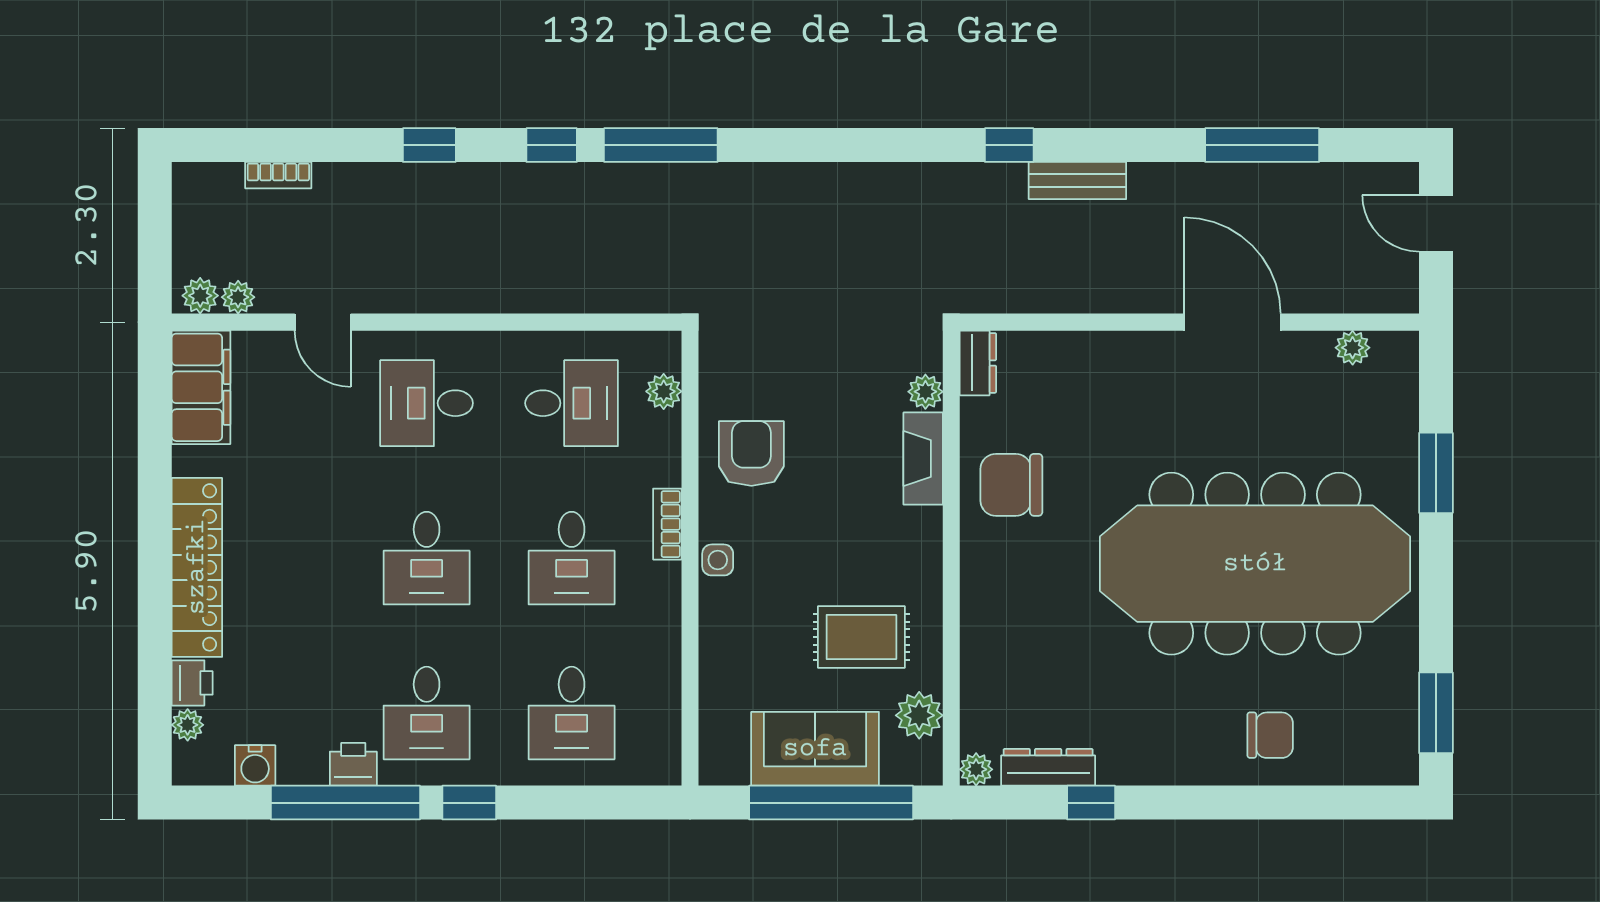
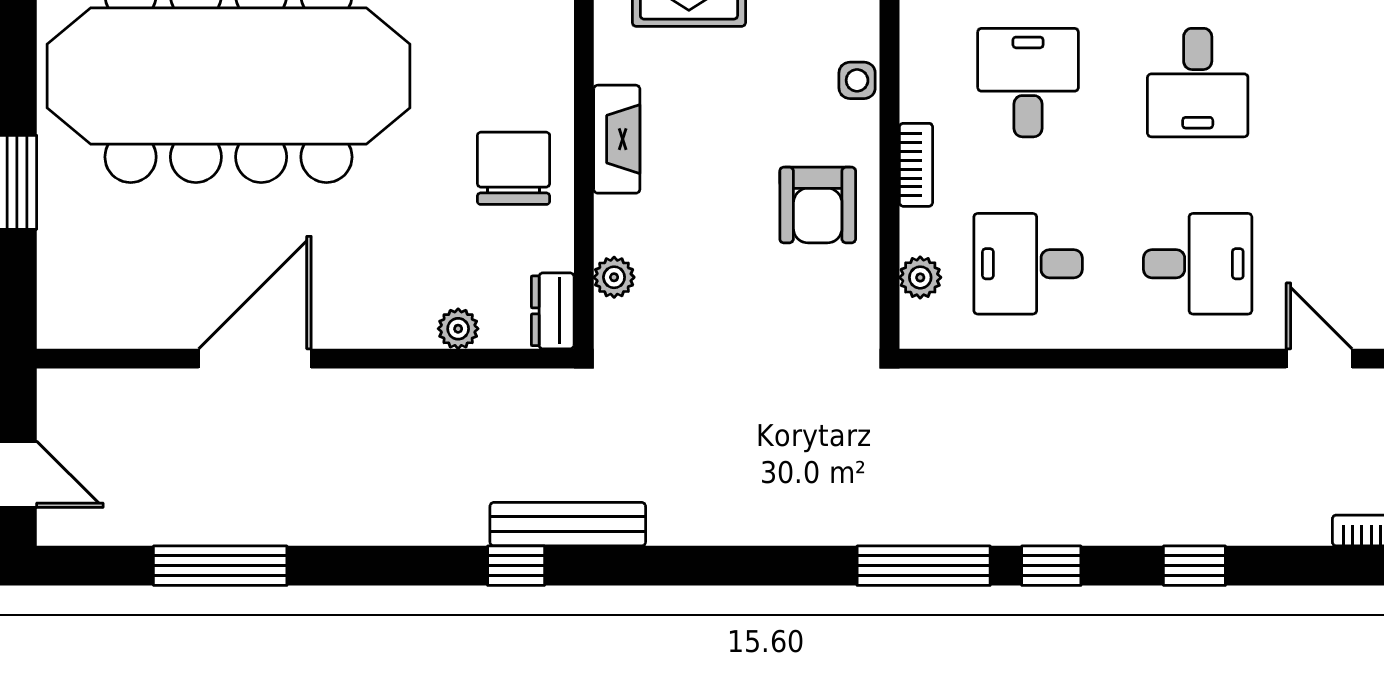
bench: (1077, 181) -> (568, 524), moved, width x1.36
door: (1232, 322) -> (255, 359), swing flipped
plant: (1353, 348) -> (458, 329), moved
fireplace: (923, 459) -> (617, 139), moved
chair: (1011, 485) -> (514, 168), turned -90
bookcase: (667, 524) -> (916, 165), moved
desk: (427, 558) -> (1198, 83), turned 180

